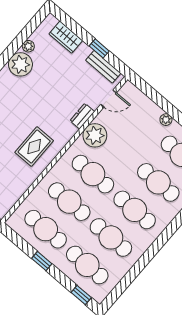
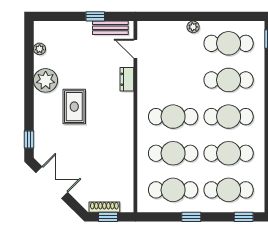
wardrobe: (66, 37) -> (62, 30), removed
plant: (28, 46) -> (40, 49), moved
door: (108, 99) -> (135, 49), swing flipped
plant: (95, 135) -> (149, 86), removed
rug: (34, 147) -> (74, 107), moved

